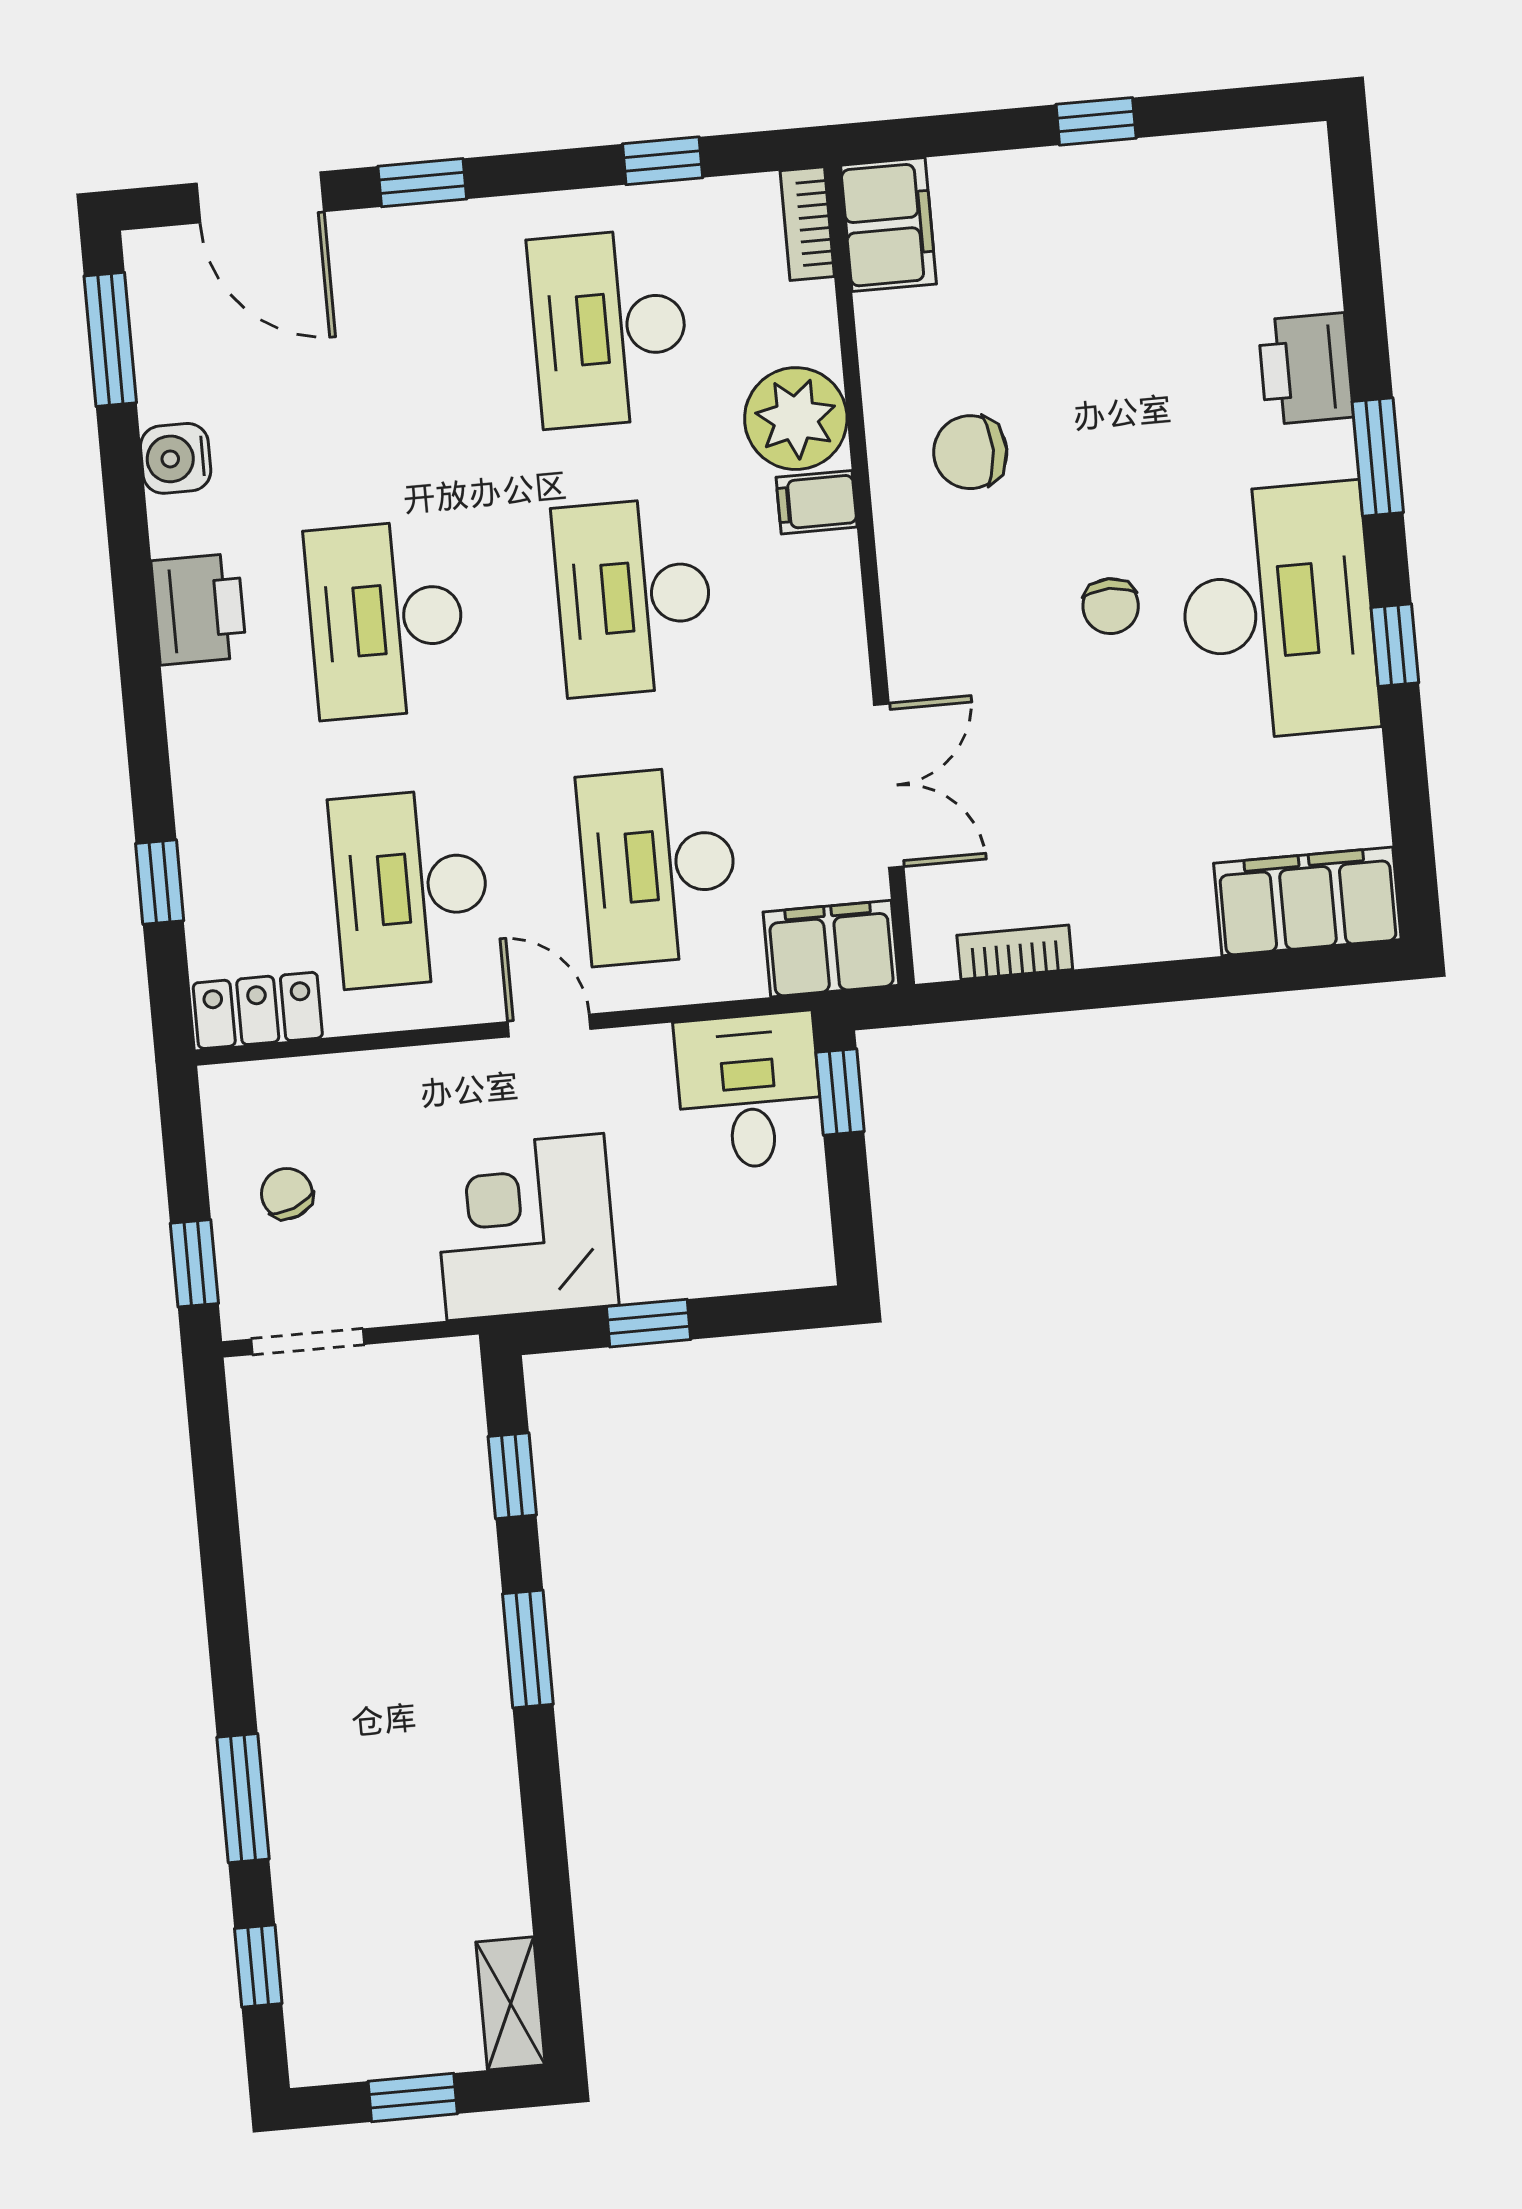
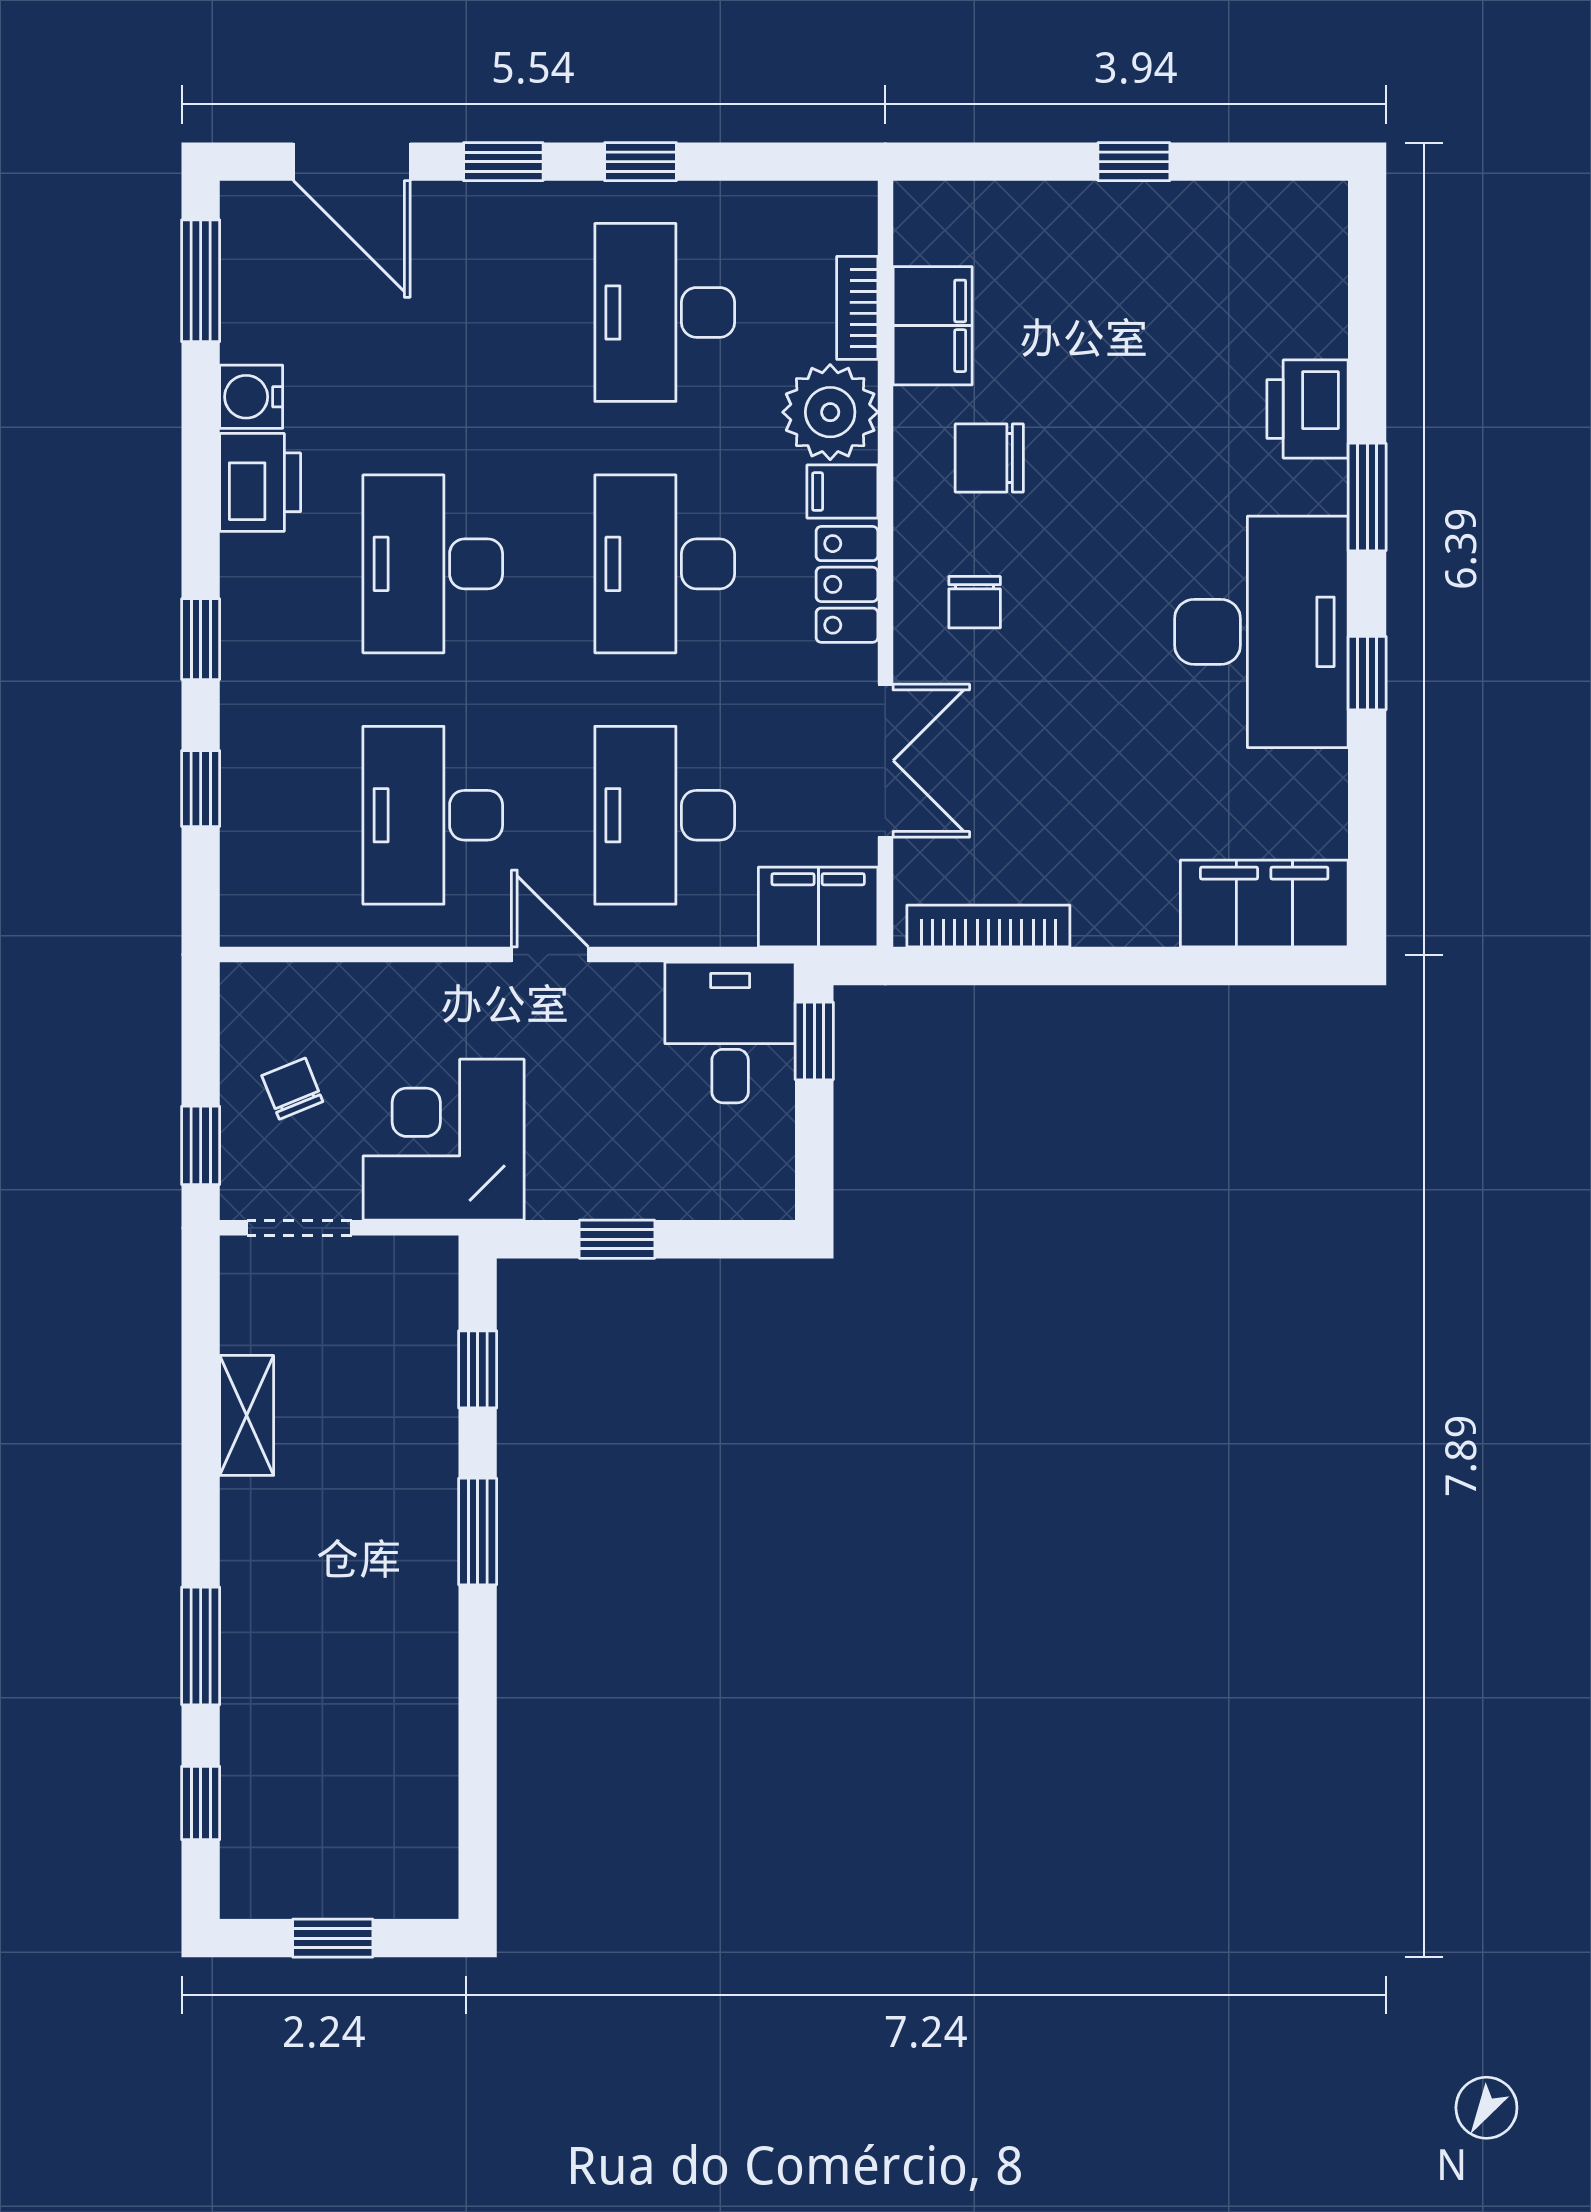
window: (663, 161) -> (640, 162), moved
bookcase: (807, 224) -> (857, 308), moved
filing cabinet: (888, 225) -> (933, 326), moved
chair: (1111, 606) -> (975, 602), moved
printer: (199, 609) -> (260, 482), moved
window: (145, 722) -> (201, 639), added
bookcase: (1015, 952) -> (988, 926), width x1.56
locker: (258, 1010) -> (847, 584), moved, turned -90
corner desk: (525, 1227) -> (444, 1140), moved
shelving: (511, 2003) -> (247, 1415), moved

